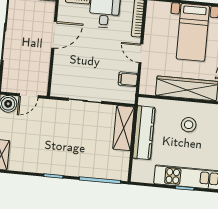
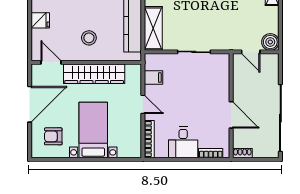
door: (54, 35) -> (231, 115), swing flipped
door: (29, 96) -> (251, 52), swing flipped

